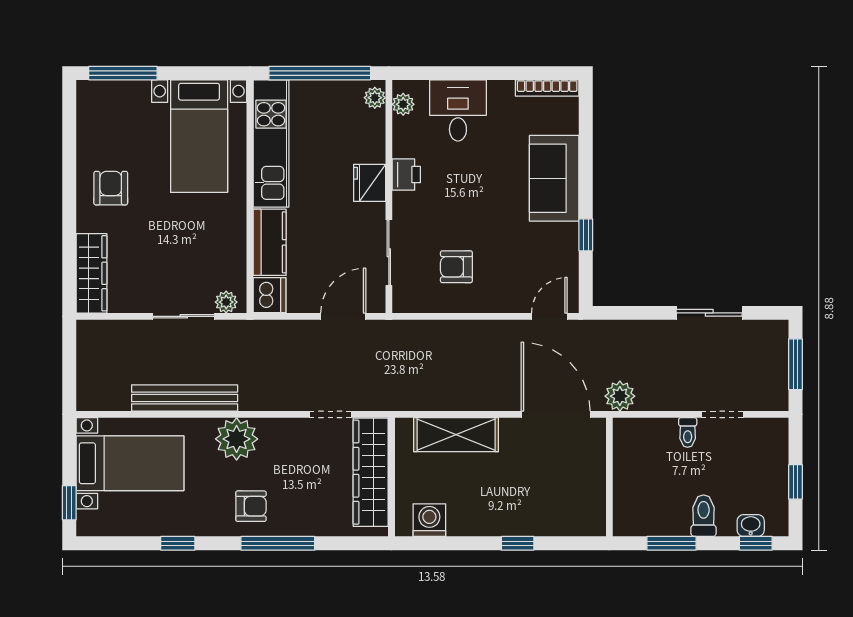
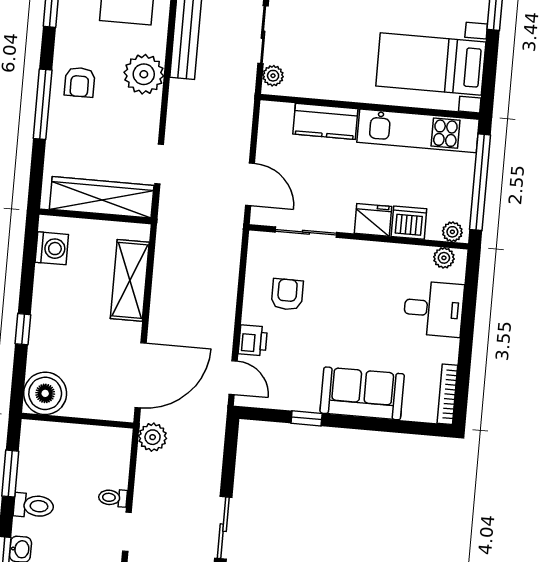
printer: (406, 175) -> (253, 340), moved, turned -90
dishwasher: (270, 295) -> (409, 223), moved, turned 180
boiler: (584, 514) -> (45, 393), added

